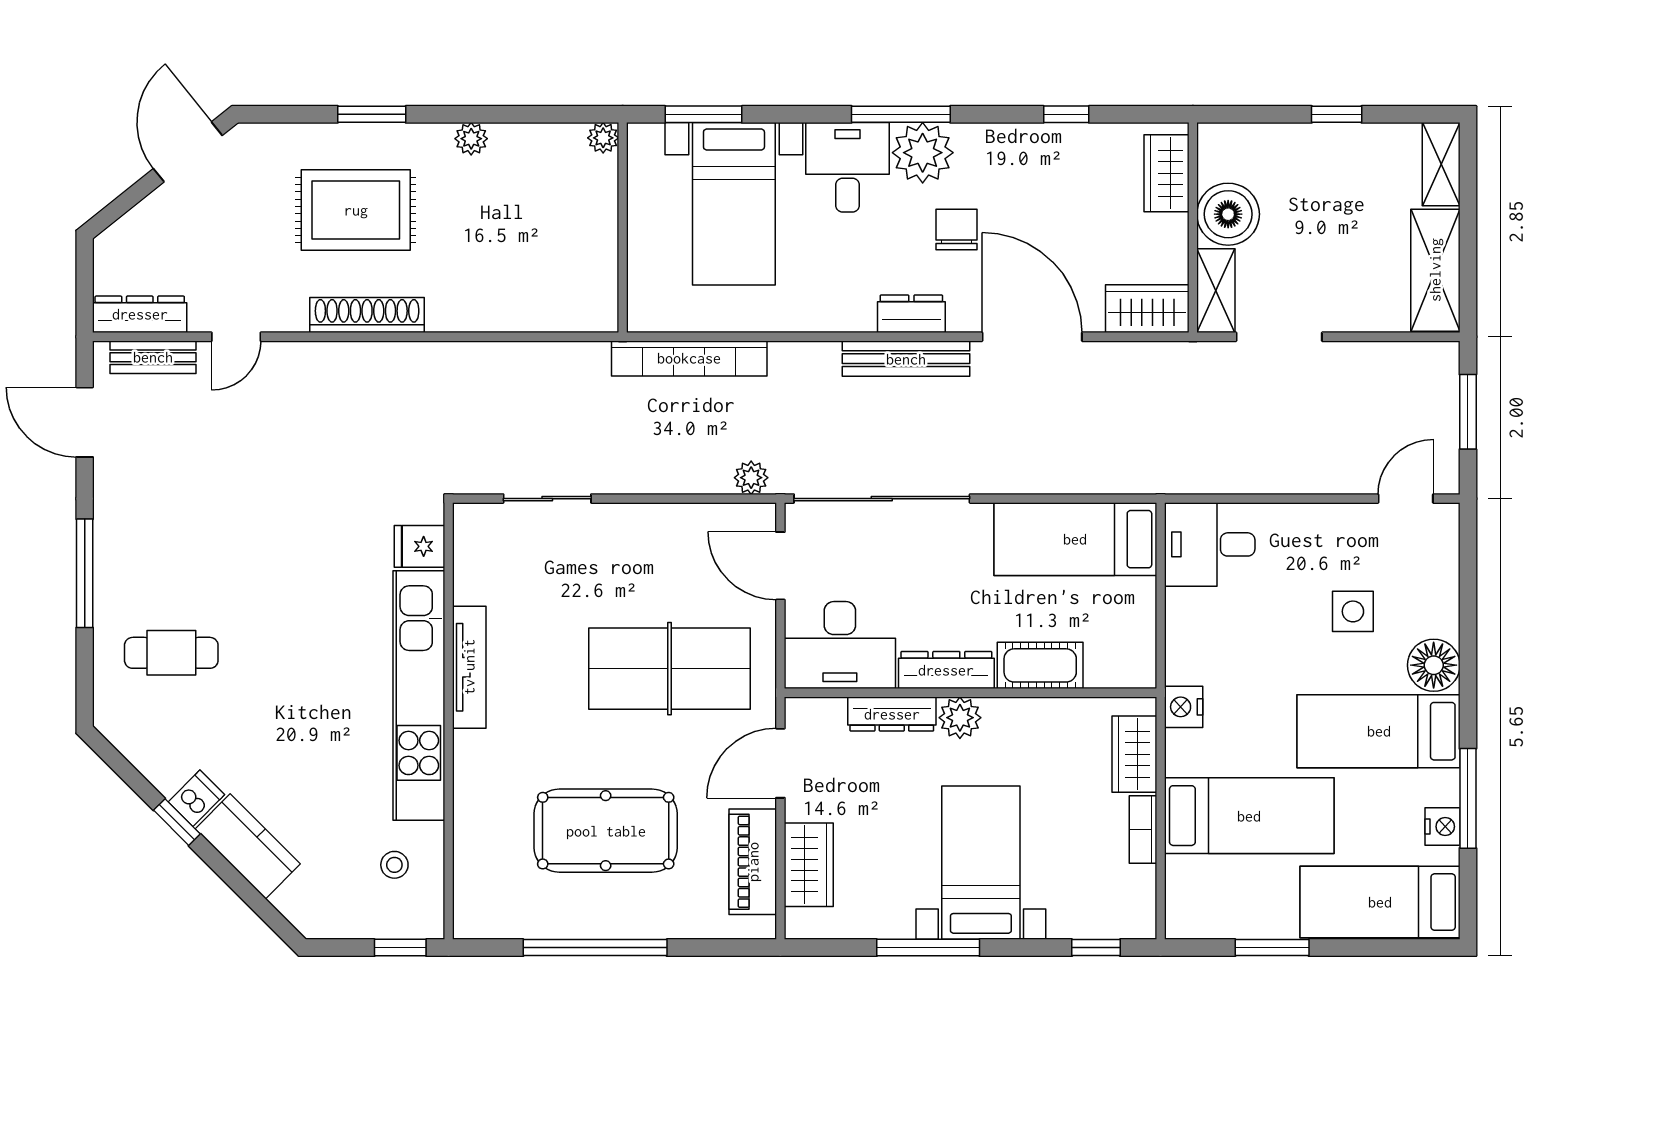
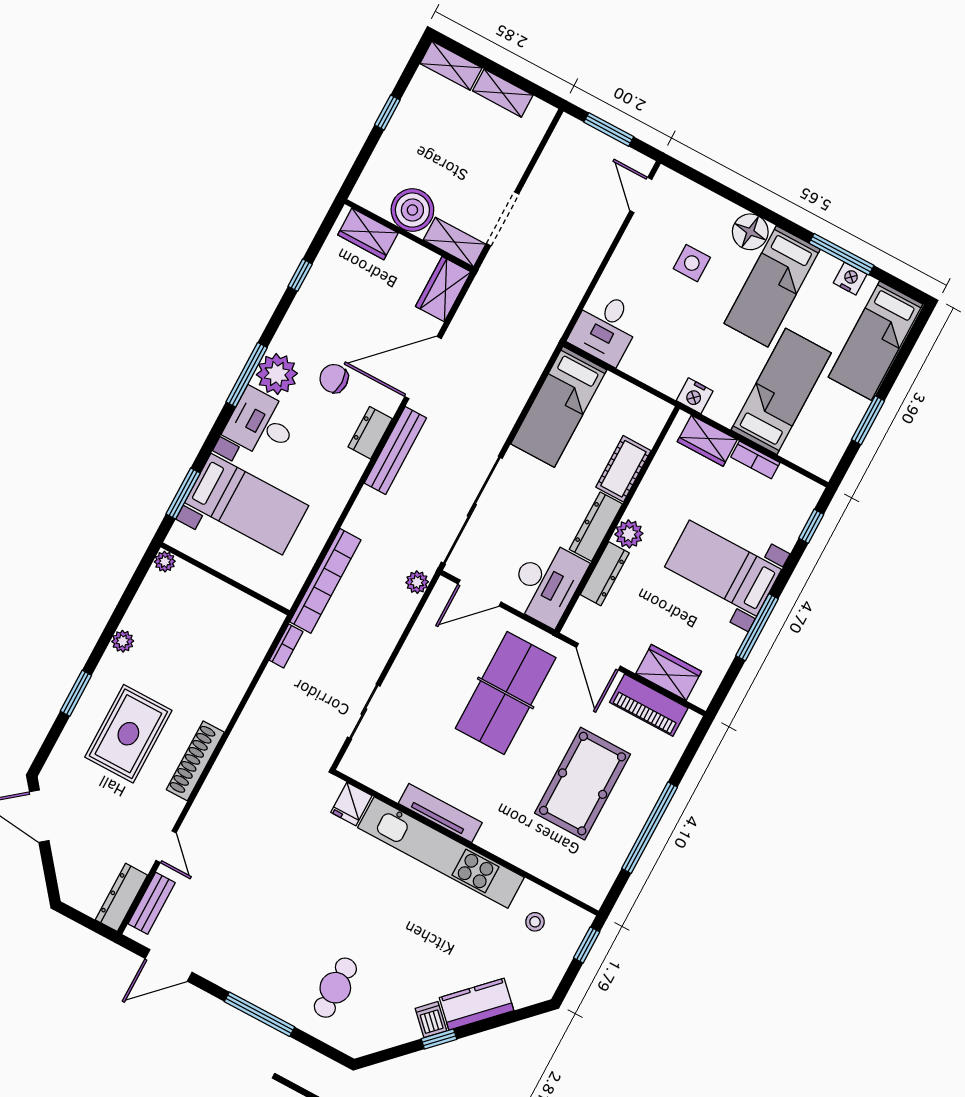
shelving: (1435, 270) -> (503, 93), width x0.67, depth x0.75
bookcase: (578, 353) -> (286, 646), added

